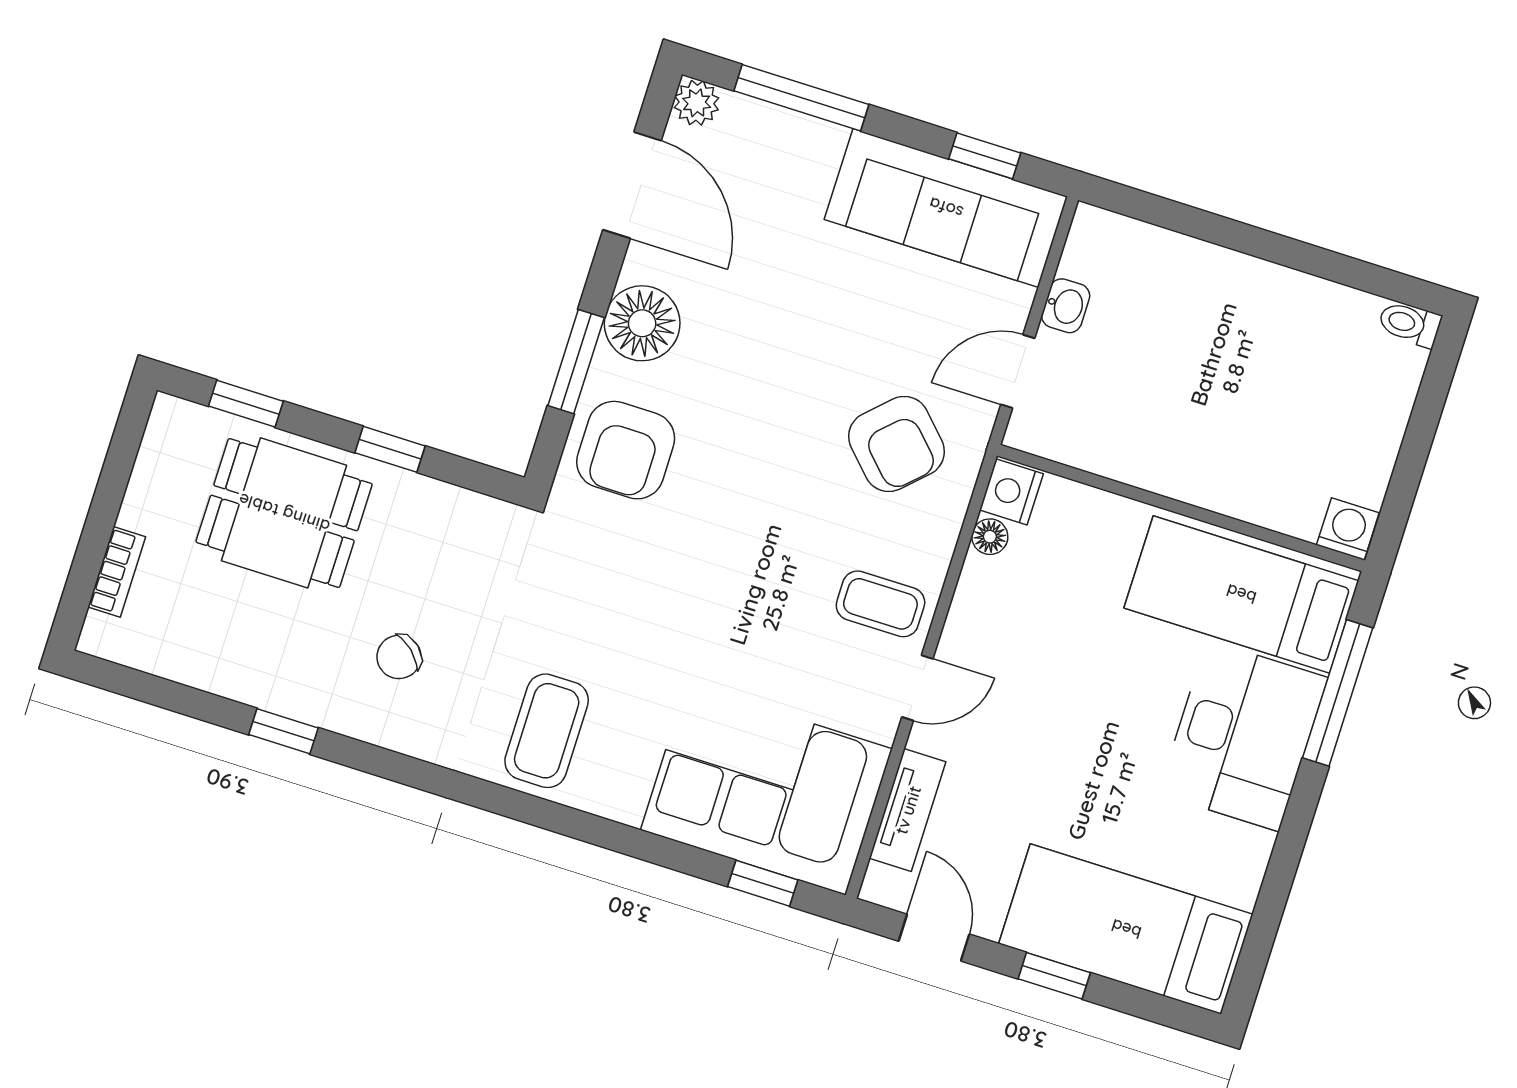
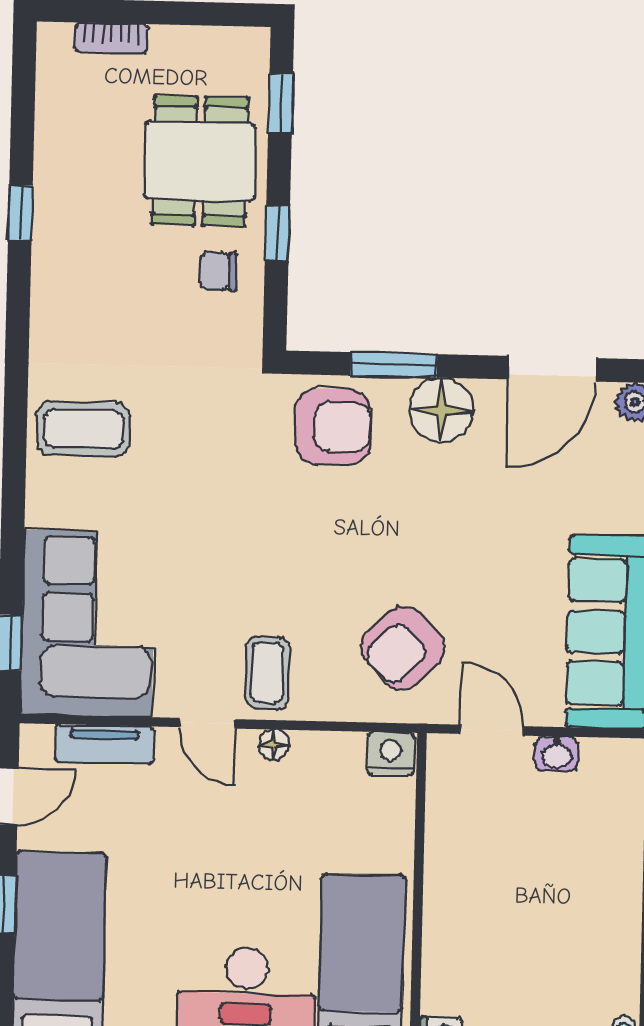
armchair: (626, 450) -> (333, 427), turned 180
floor lamp: (990, 537) -> (274, 745), moved
chair: (399, 657) -> (218, 271), moved, turned -42

